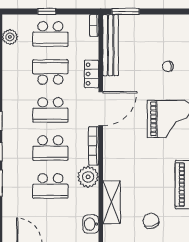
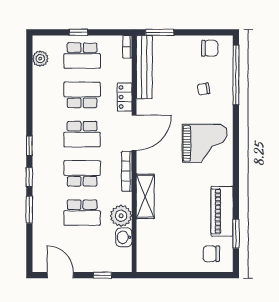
chair: (174, 27) -> (210, 48), added
school desk: (50, 148) -> (82, 173), turned 180
plant: (88, 177) -> (121, 216), moved
shelving: (112, 202) -> (145, 196), moved
chair: (151, 221) -> (211, 254), moved, turned -75
washbasin: (91, 224) -> (124, 237), moved

